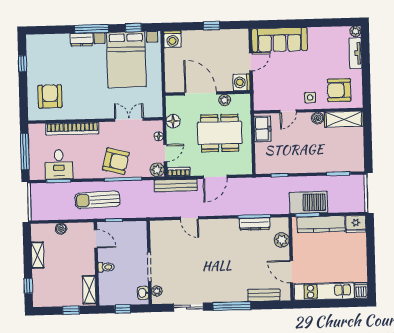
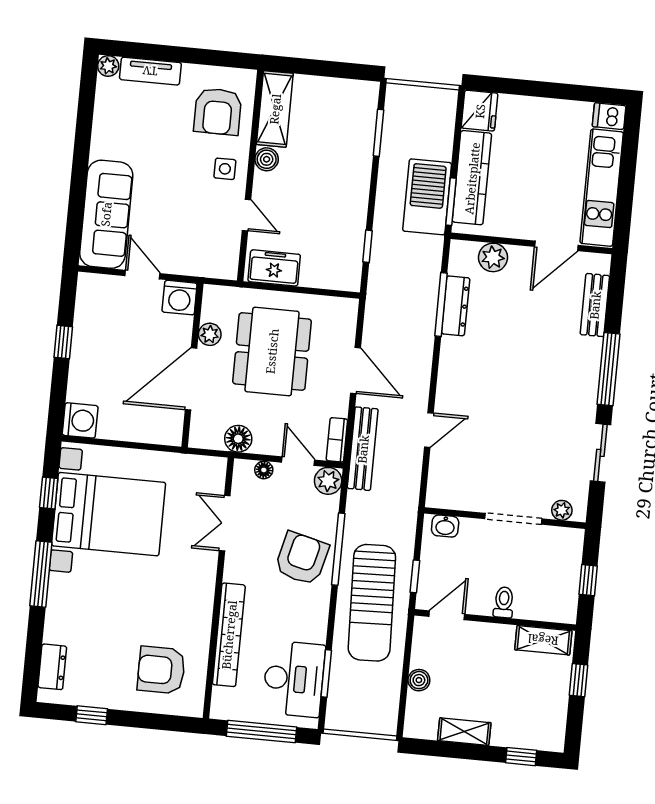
dresser: (82, 39) -> (52, 667), moved
desk: (59, 164) -> (294, 679), width x1.37
sun lounger: (98, 200) -> (372, 603), width x1.36, depth x1.34
washbasin: (143, 293) -> (445, 526), moved

